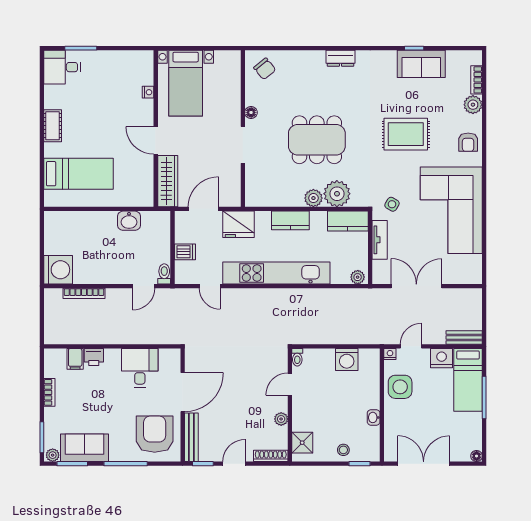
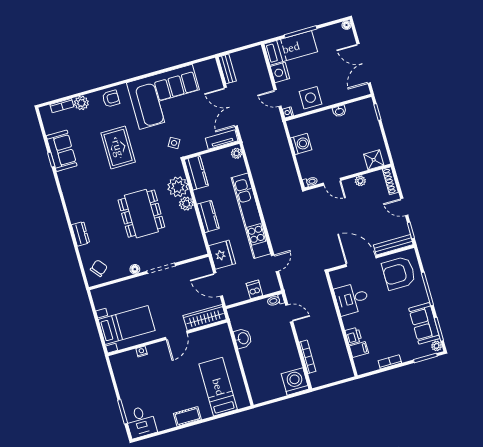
dresser: (340, 58) -> (80, 234), moved
tv unit: (380, 240) -> (222, 140), moved
bench: (464, 338) -> (227, 69), moved
stool: (343, 450) -> (370, 127), removed

